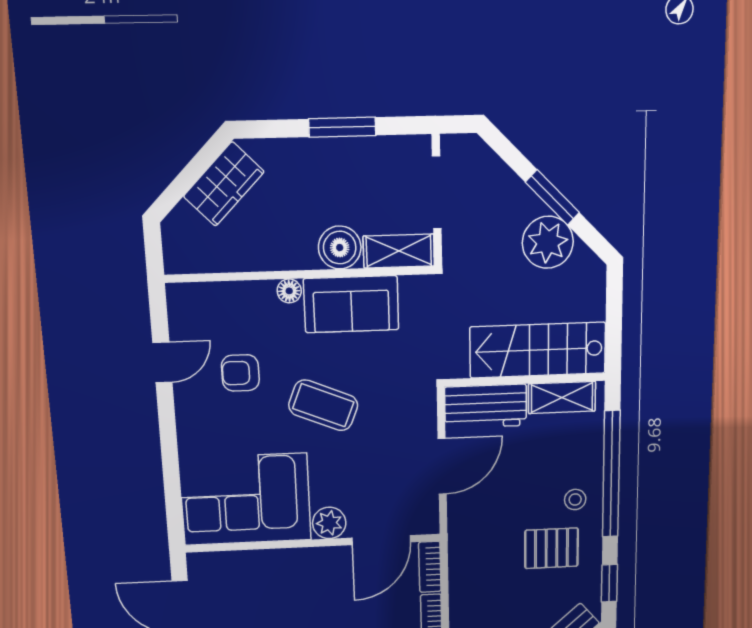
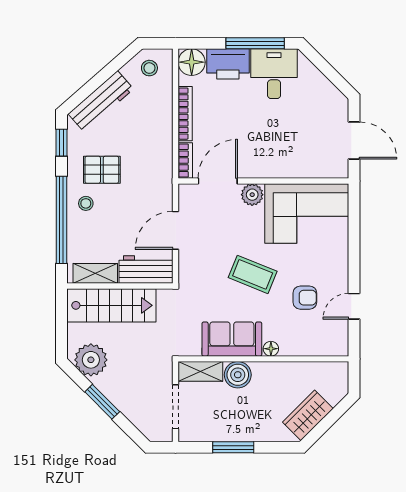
plant: (548, 242) -> (91, 360), moved

